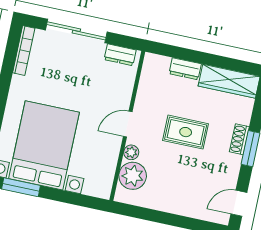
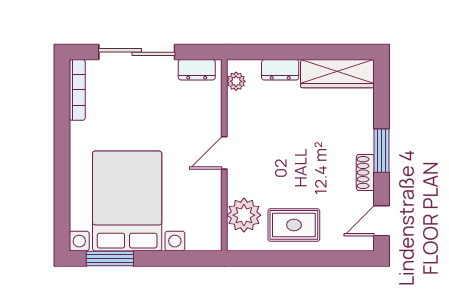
rug: (186, 132) -> (294, 225), moved
shoe rack: (239, 139) -> (365, 173), moved
plant: (131, 152) -> (236, 81), moved

